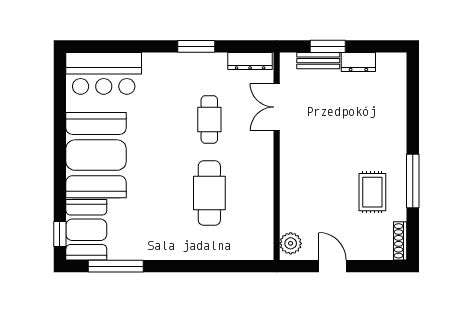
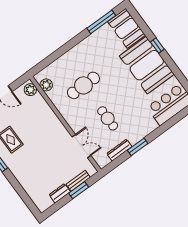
dresser: (250, 61) -> (119, 150), moved
cafe table: (209, 193) -> (83, 85), turned 90
plant: (263, 233) -> (46, 85), added
window: (60, 234) -> (157, 46), moved

